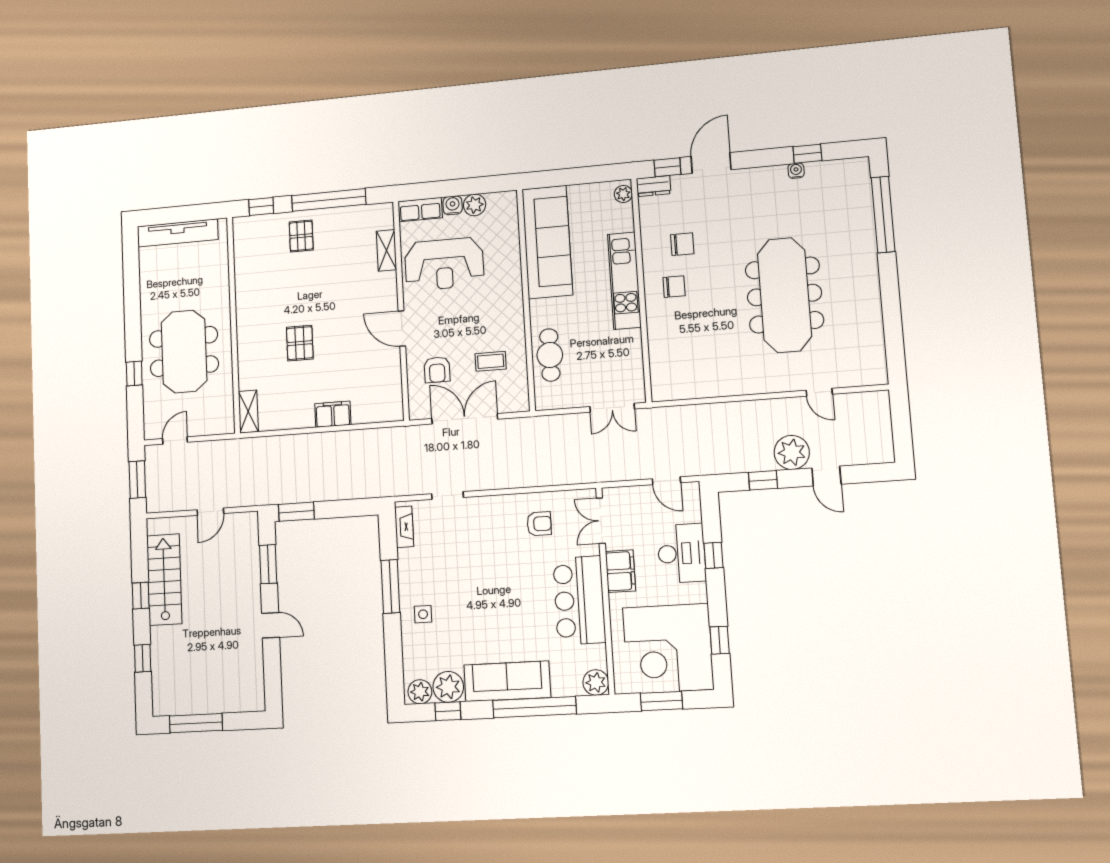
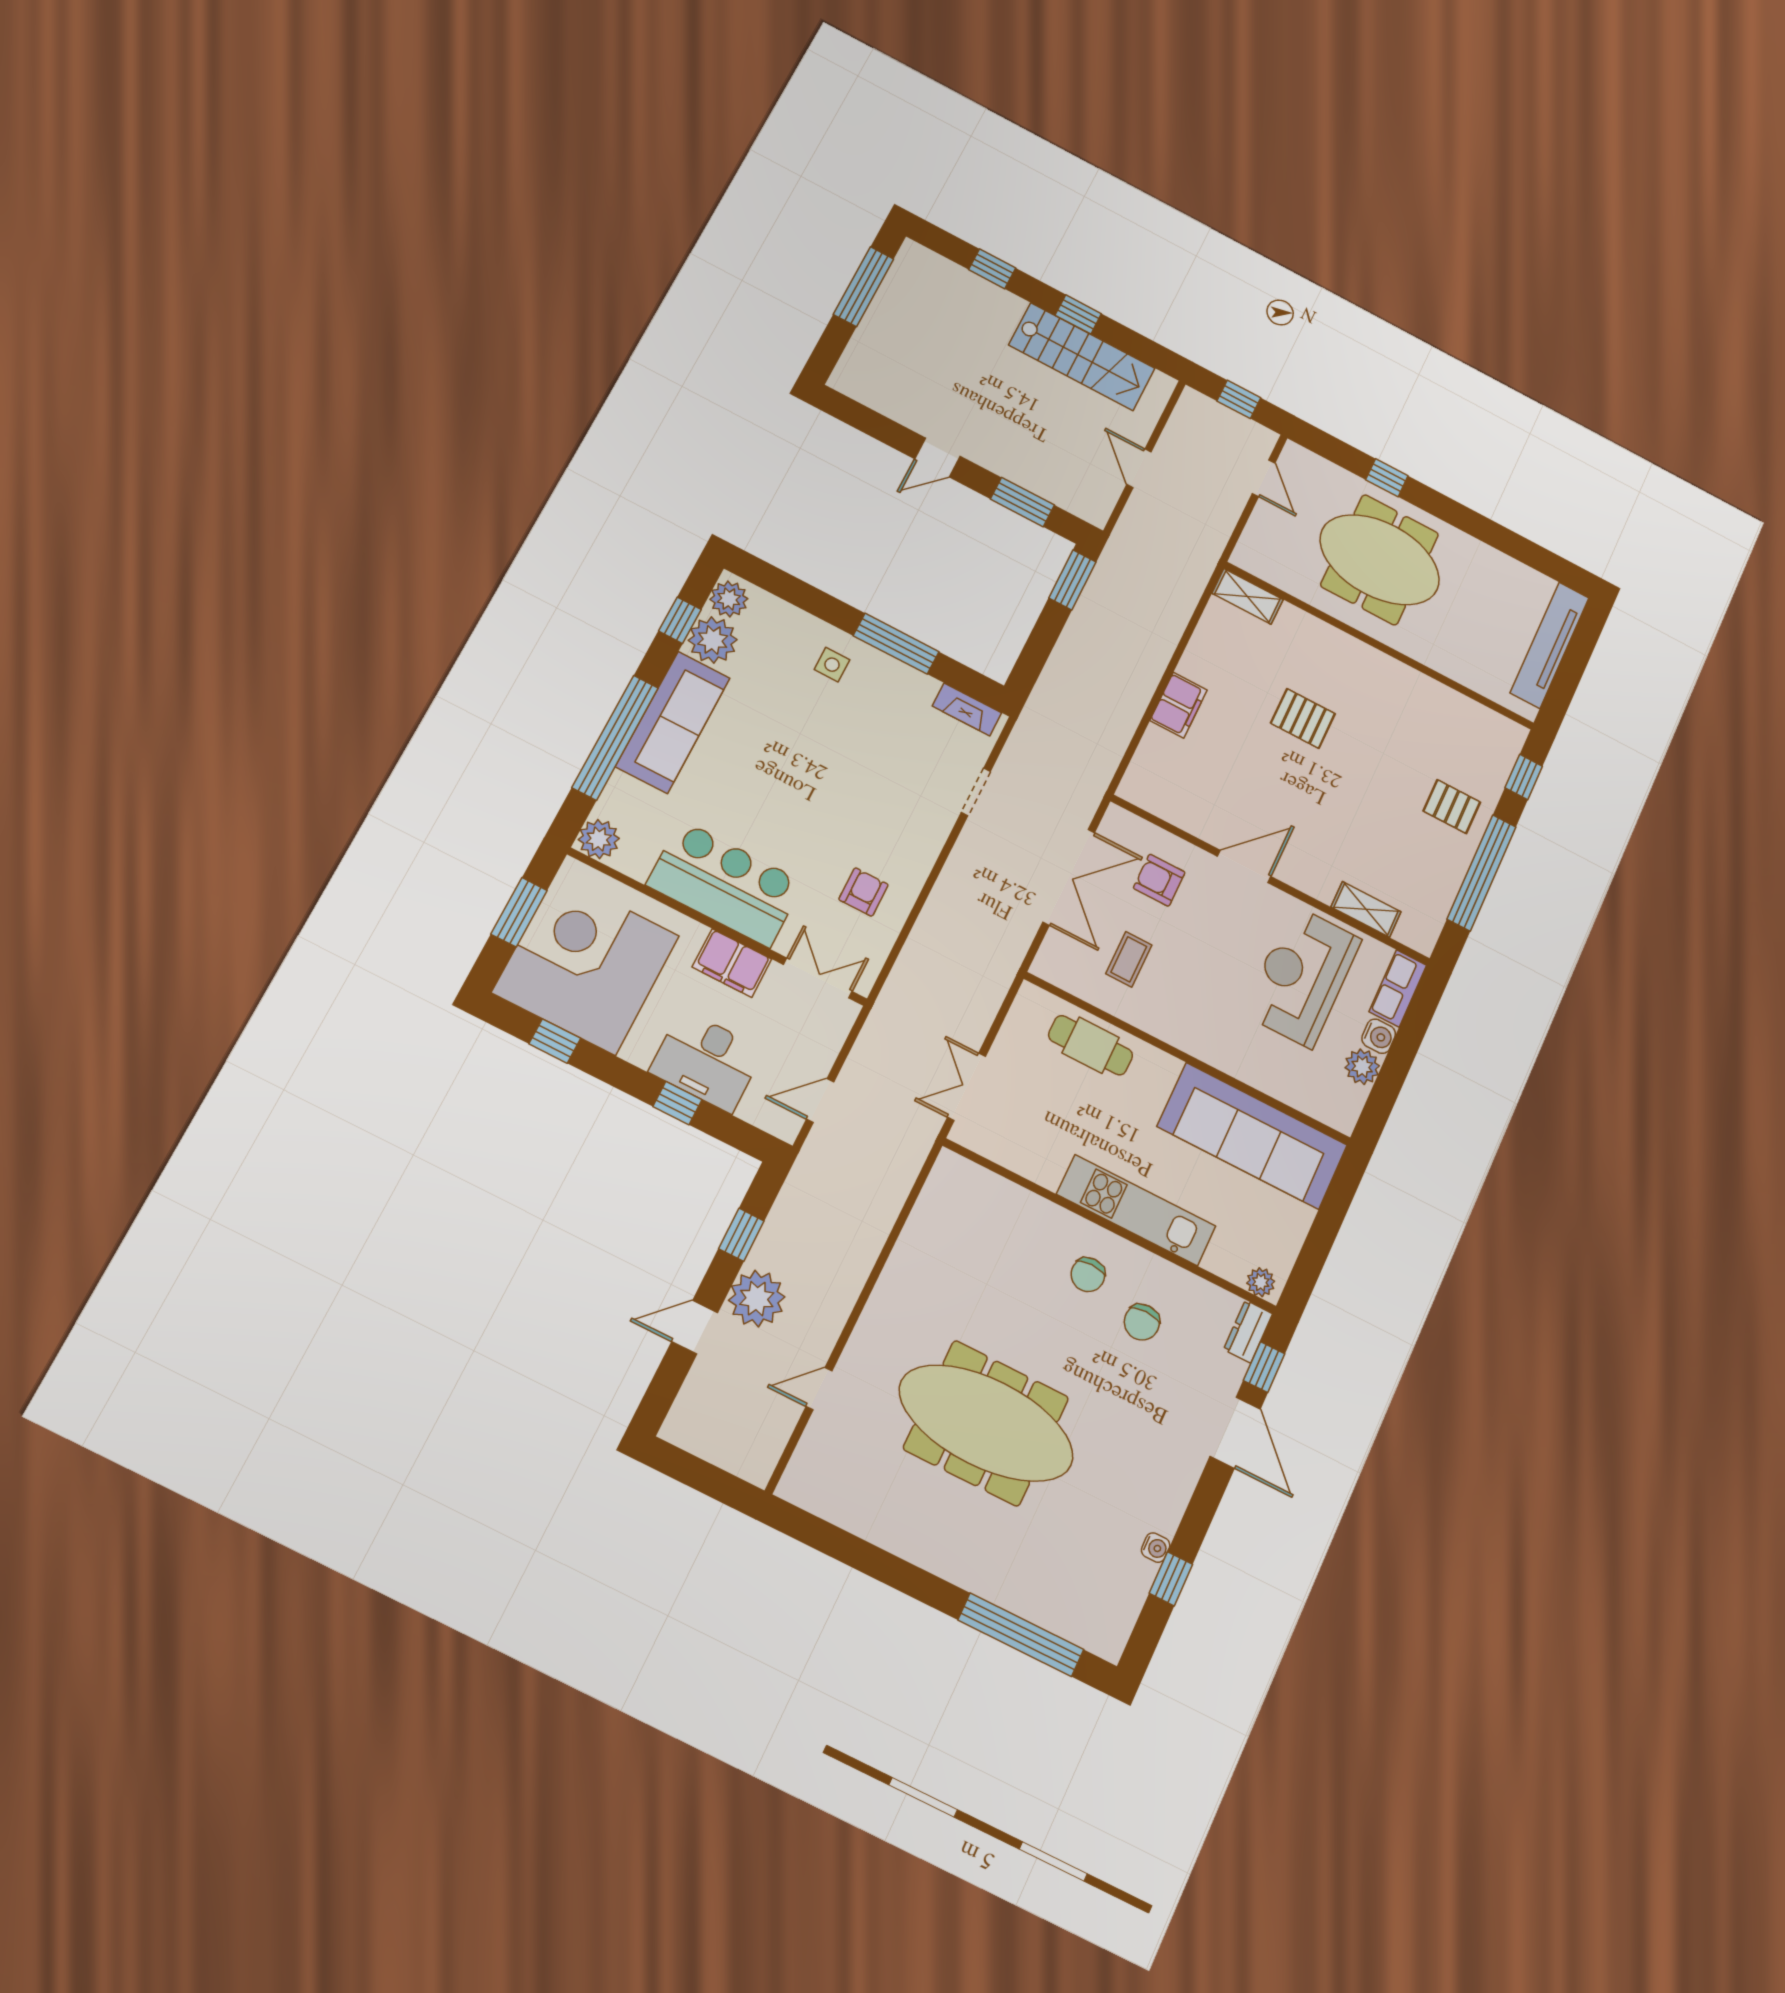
window: (137, 480) -> (1239, 399), width x0.67
armchair: (539, 524) -> (863, 892), turned 180

